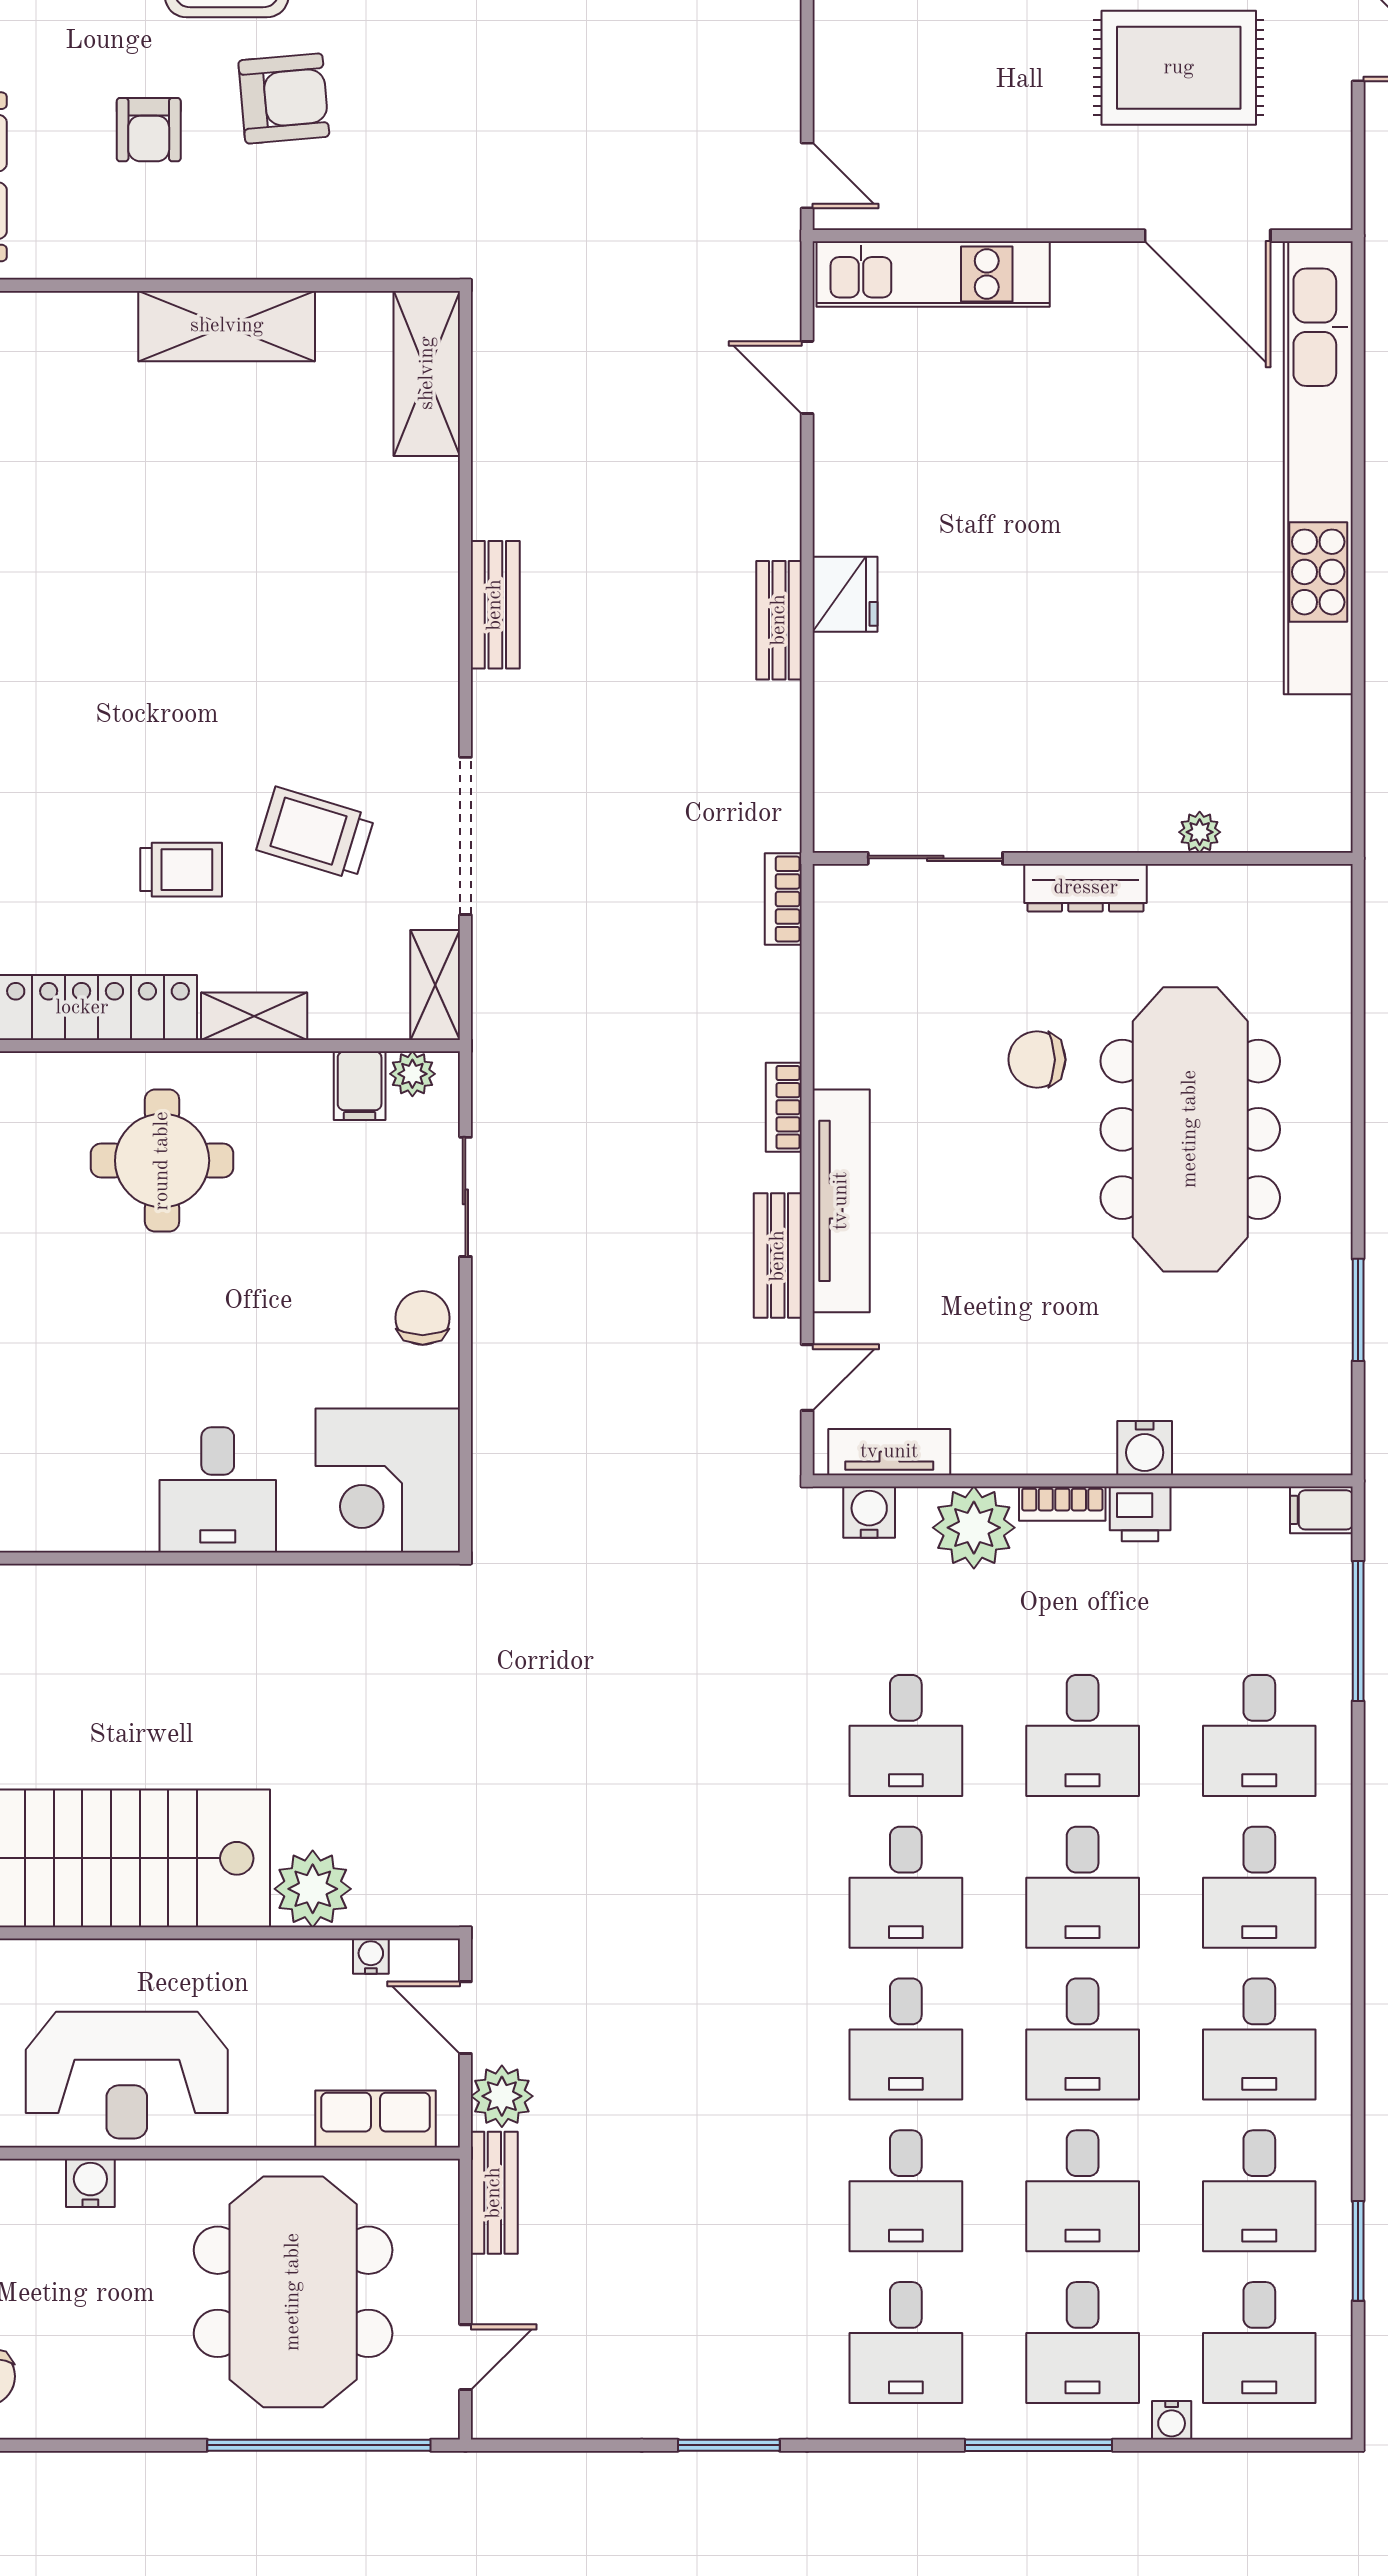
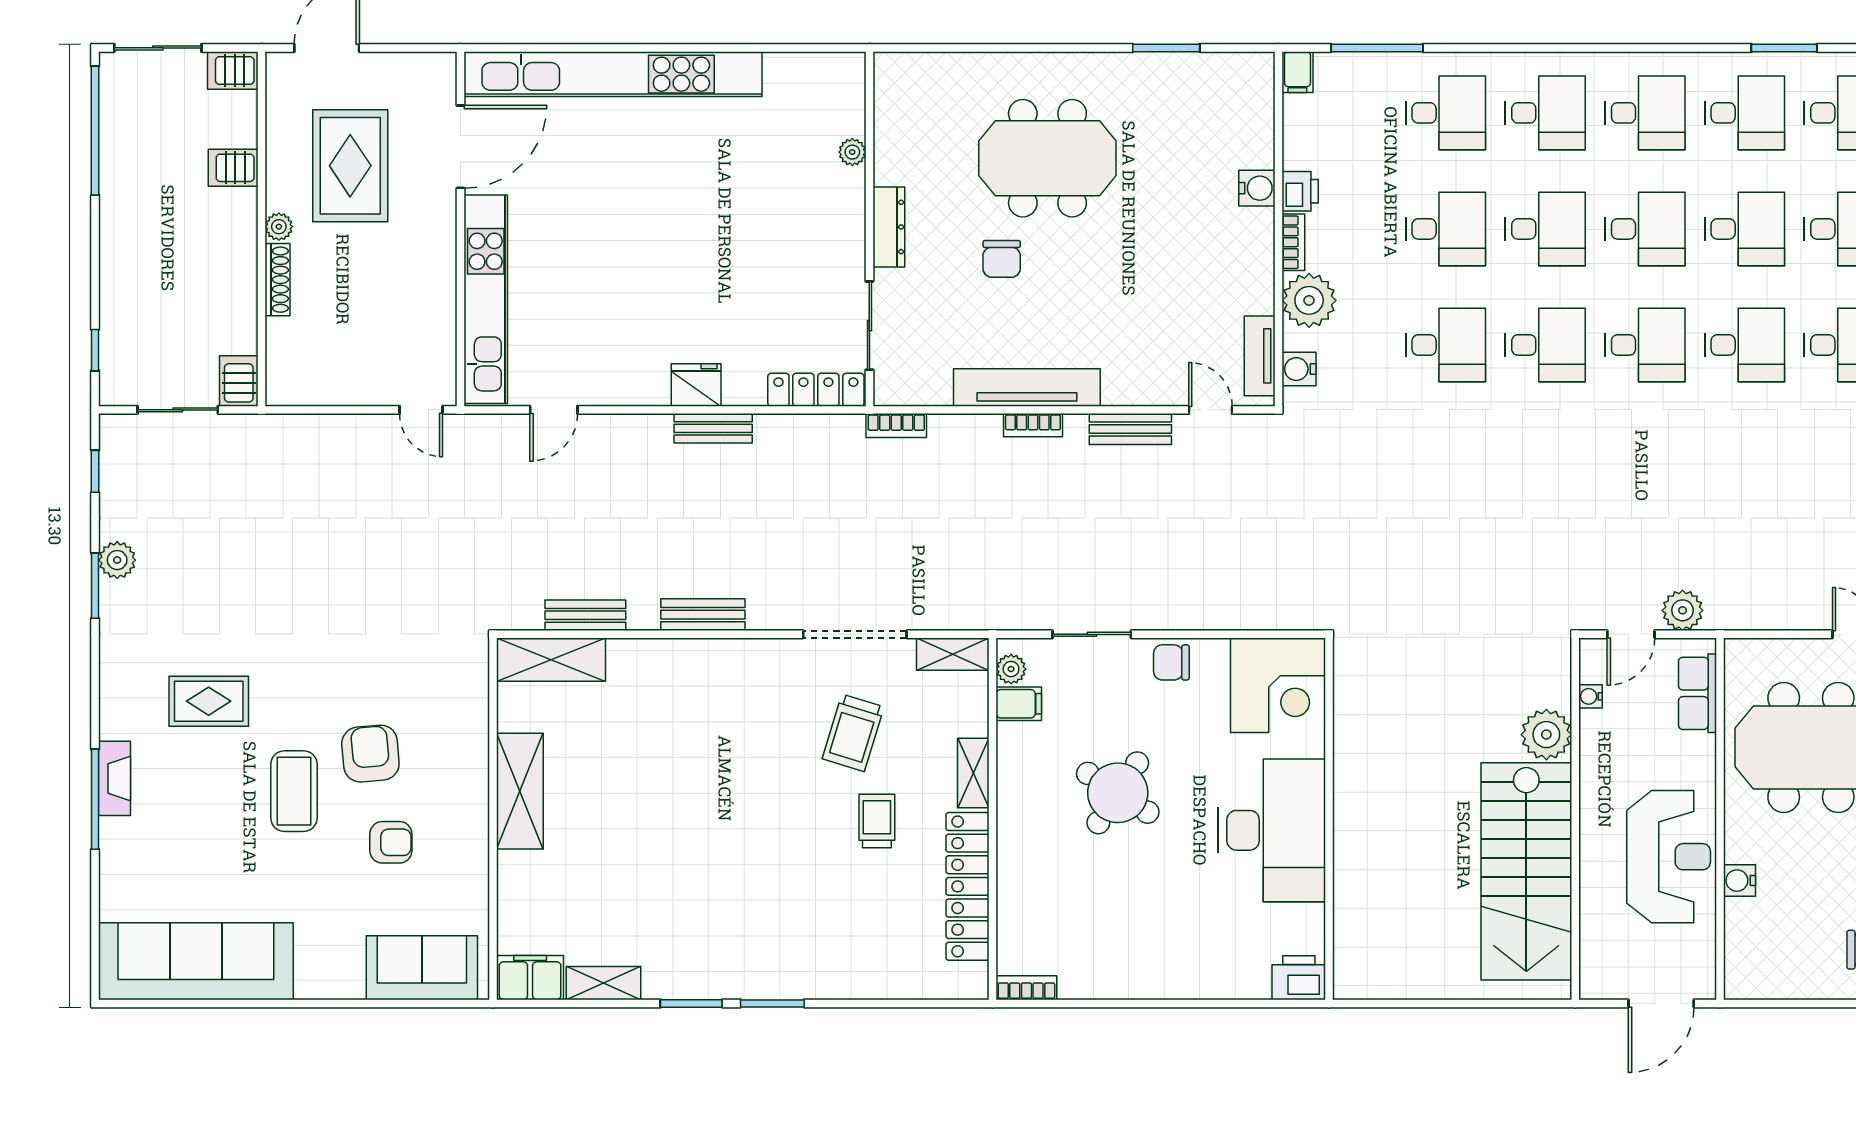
door: (807, 176) -> (421, 410), swing flipped
kitchen unit: (933, 274) -> (486, 299), width x1.36
locker: (838, 777) -> (816, 390), added
meeting table: (1190, 1129) -> (1047, 158), width x0.73
round table: (162, 1161) -> (1118, 793), moved, turned 33
tv unit: (841, 1201) -> (1027, 387), moved
desk: (218, 1490) -> (1272, 830), width x1.87, depth x1.30
bench: (494, 2193) -> (585, 615), moved

